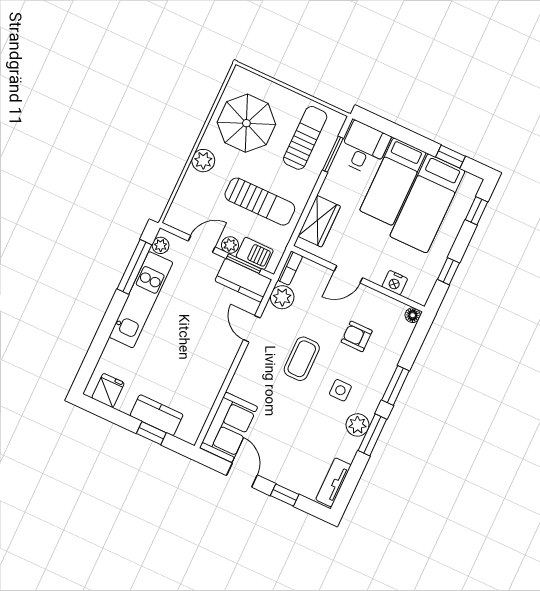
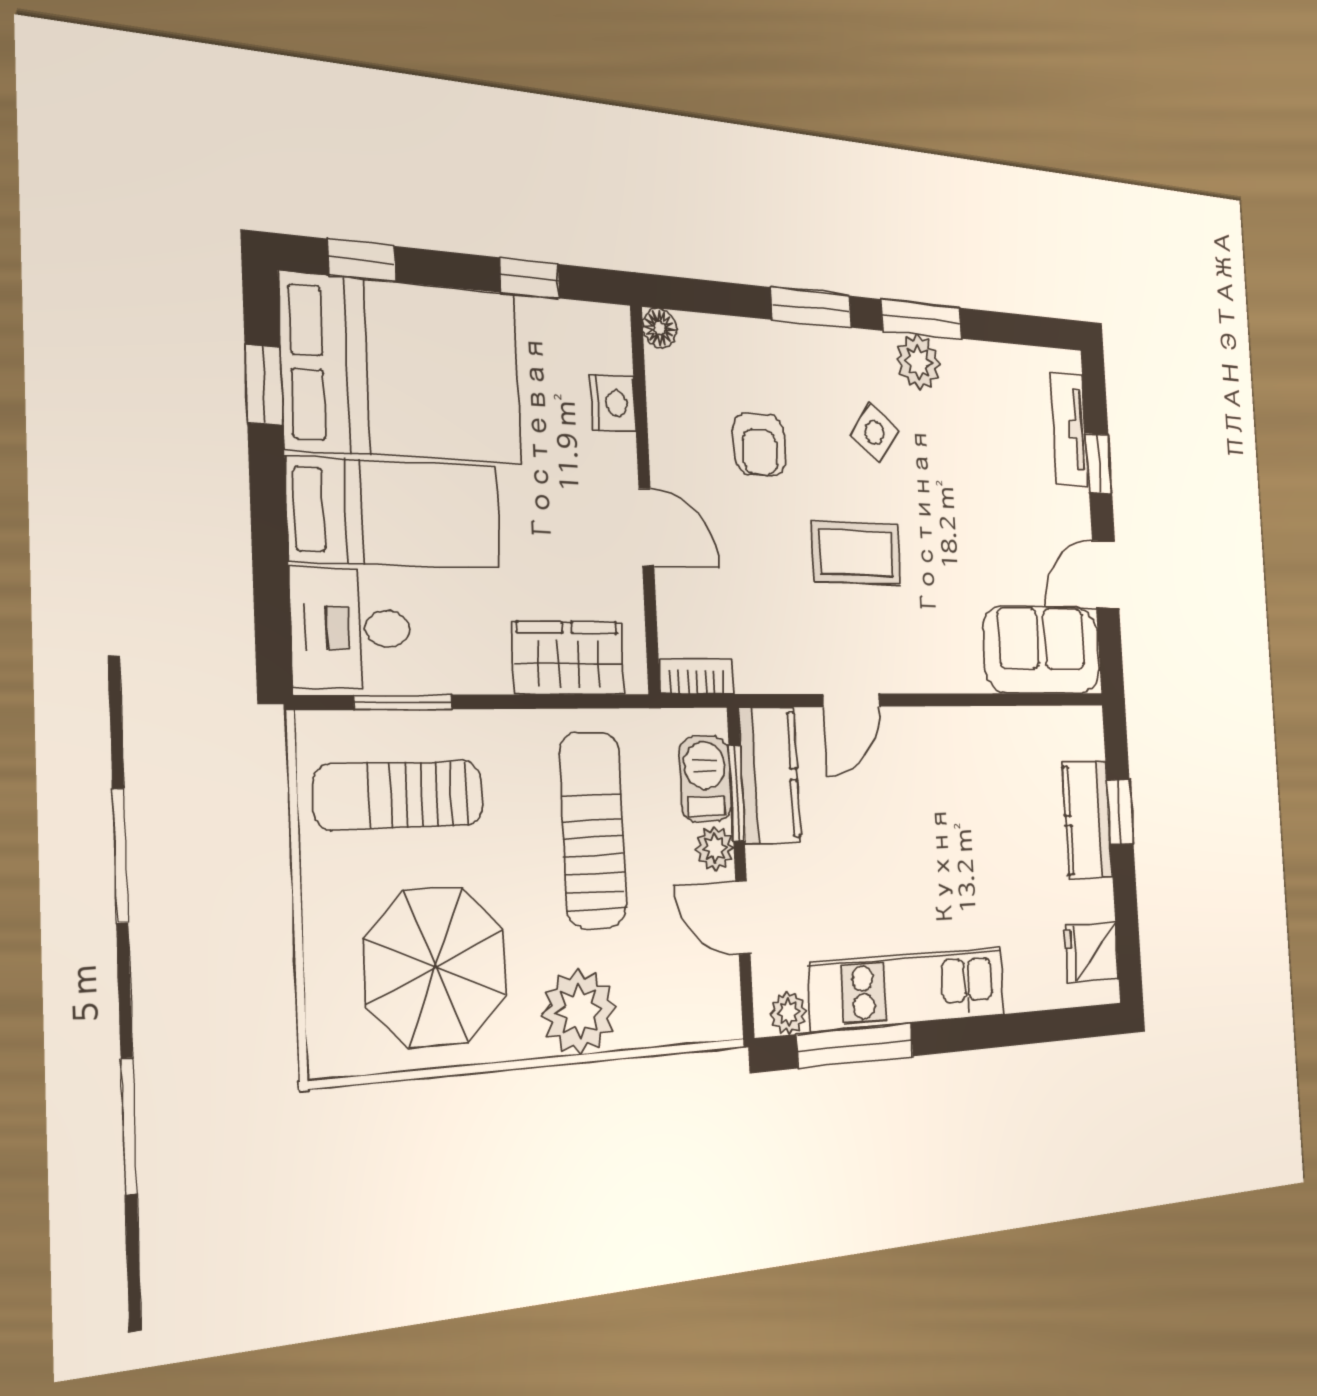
plant: (203, 161) -> (579, 1011), width x1.36, depth x1.36
bed: (427, 203) -> (402, 369), width x1.50
plant: (282, 297) -> (761, 663), removed
side table: (340, 390) -> (874, 433), turned 38
tv unit: (333, 482) -> (1069, 429), moved, turned 90

